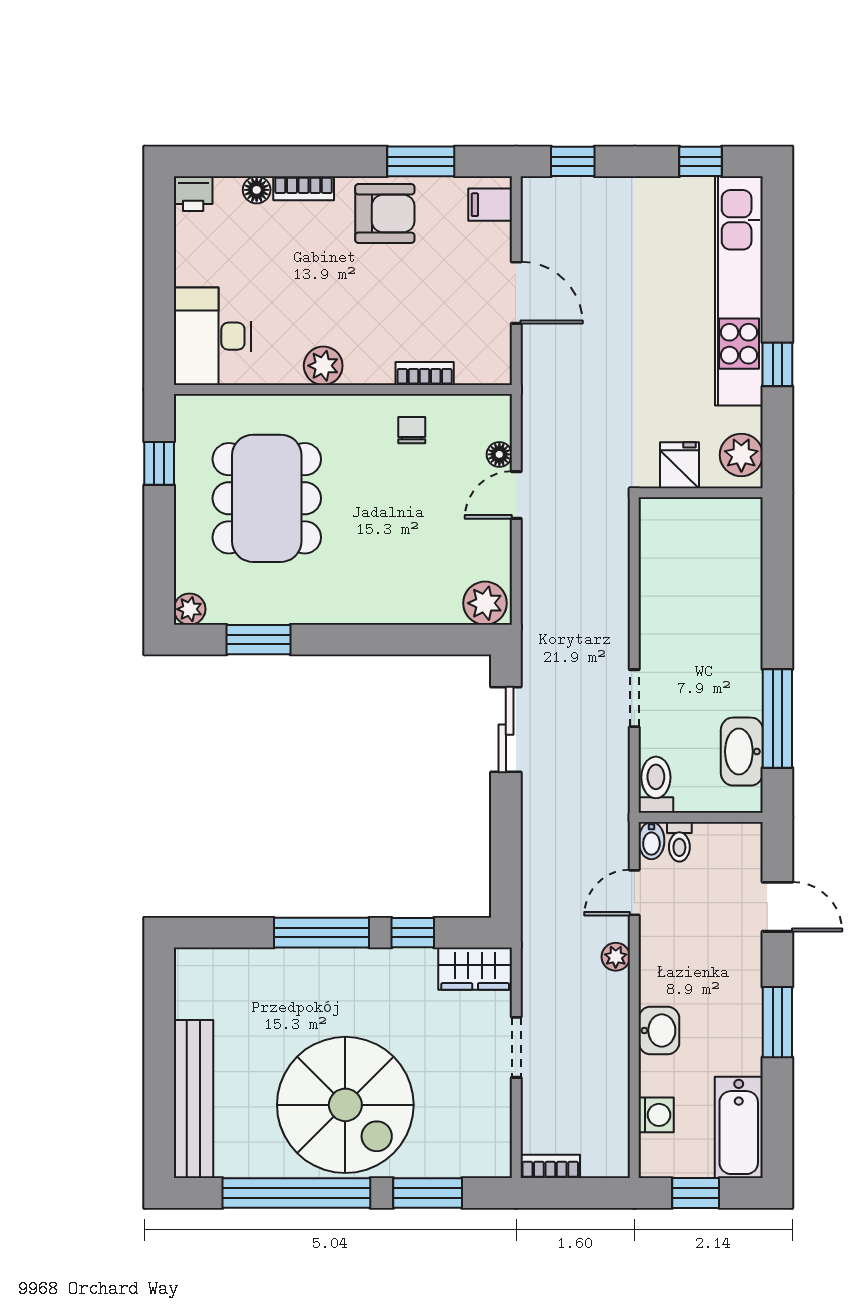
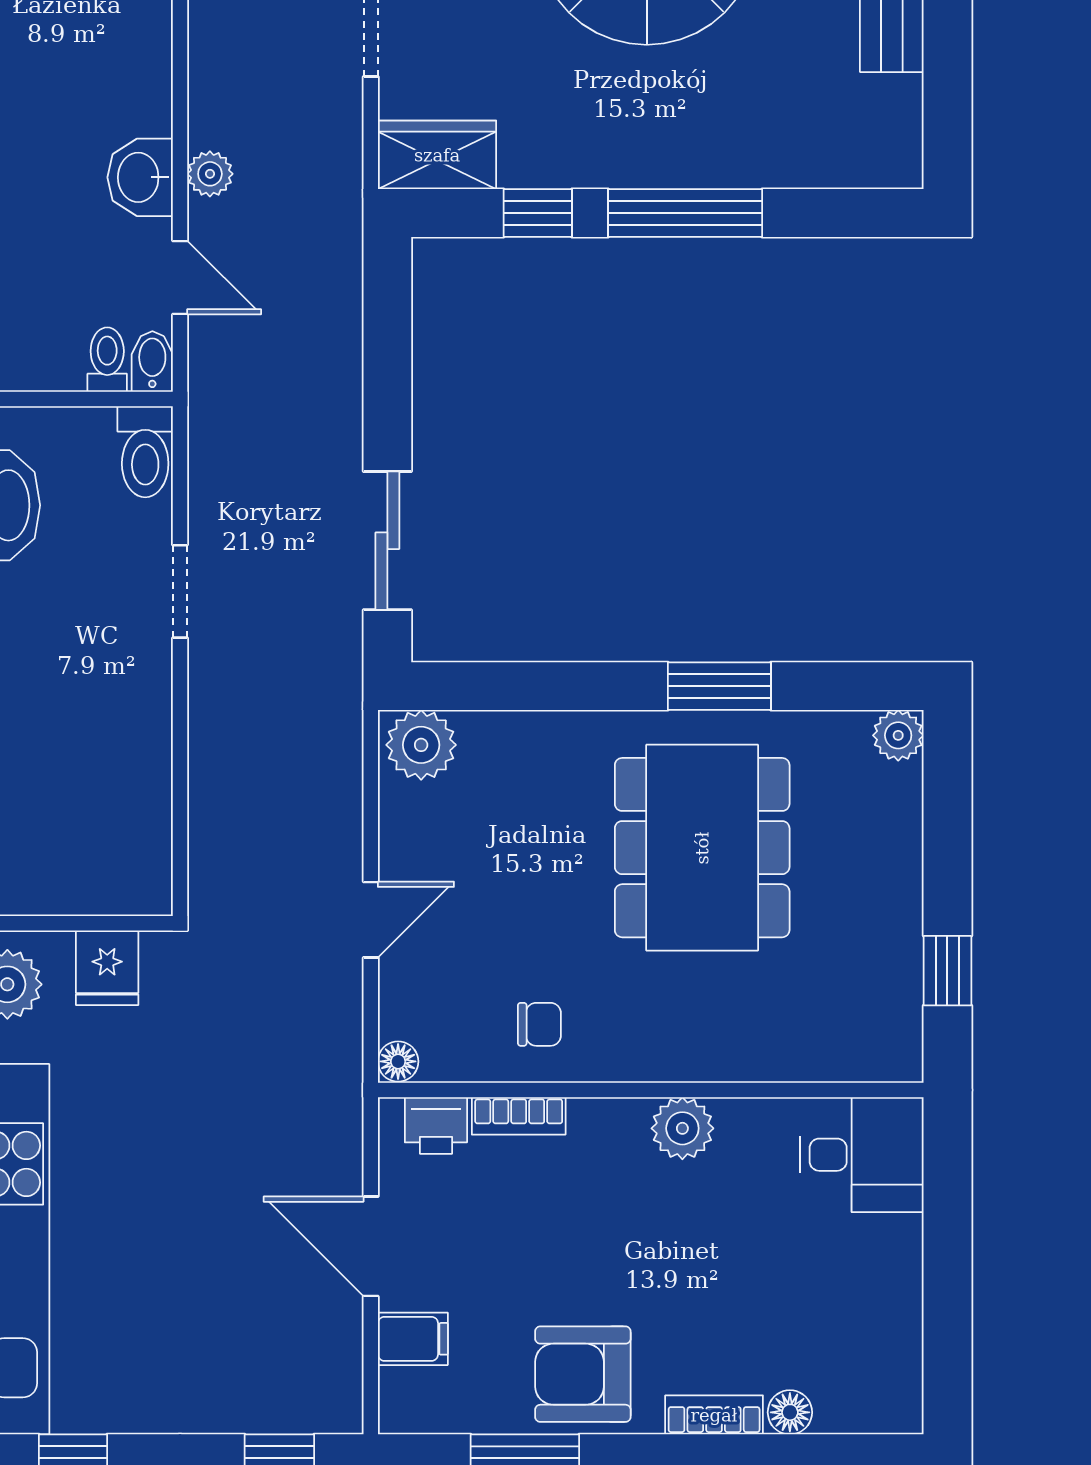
printer: (193, 194) -> (436, 1125), moved, turned 180
filing cabinet: (490, 205) -> (413, 1339), moved
desk: (212, 336) -> (862, 1155), width x0.73
chair: (412, 430) -> (539, 1024), turned -90
floor lamp: (499, 454) -> (398, 1061), moved
dining table: (267, 498) -> (702, 848), moved
window: (258, 640) -> (719, 686), moved
door: (634, 893) -> (180, 277), hinge flipped
washbasin: (659, 1030) -> (140, 177), moved

